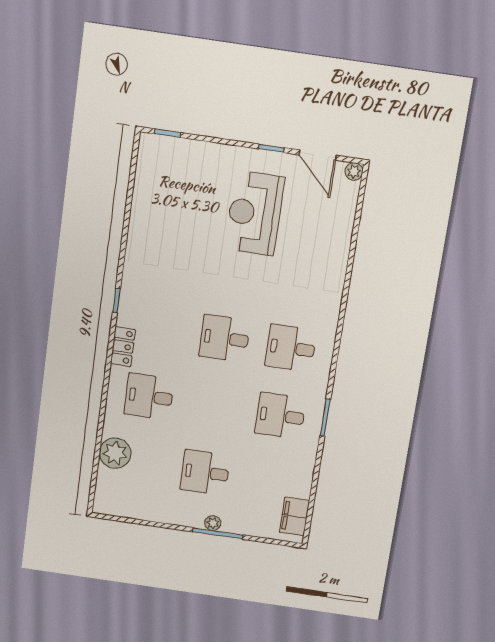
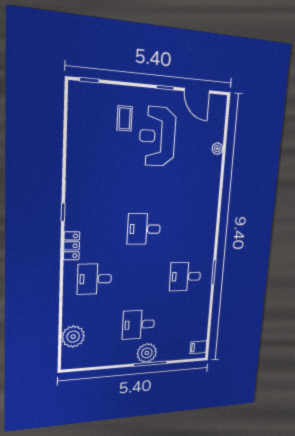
plant: (354, 172) -> (217, 149), moved
coffee table: (210, 185) -> (125, 118), added
desk: (291, 348) -> (189, 229), removed
plant: (115, 453) -> (73, 337), moved
filing cabinet: (294, 517) -> (199, 347), width x0.50
plant: (213, 523) -> (147, 353), width x1.88, depth x1.88

